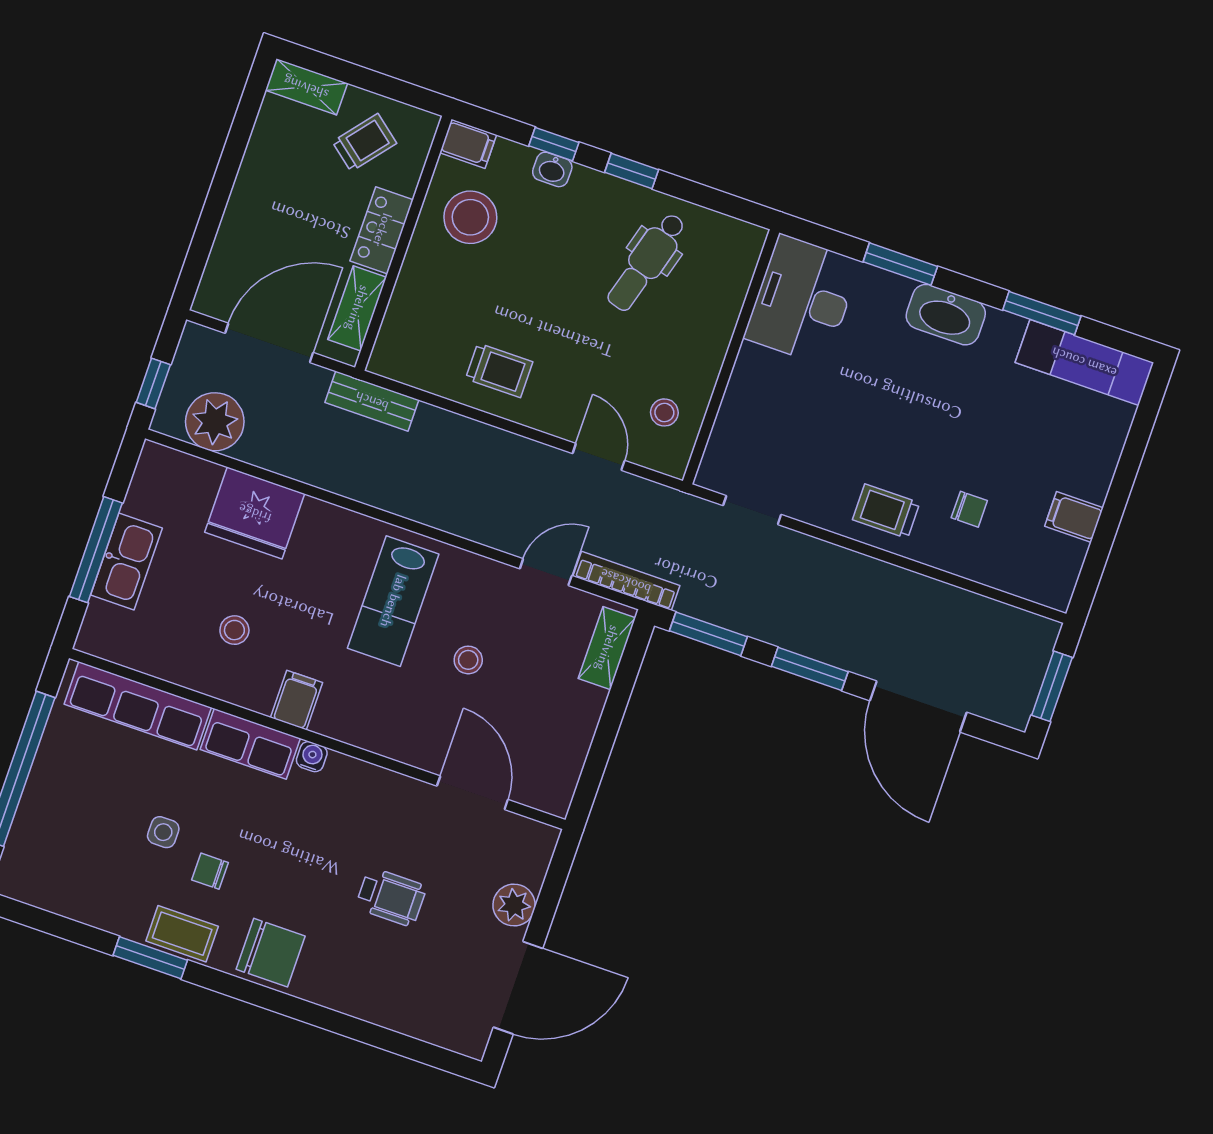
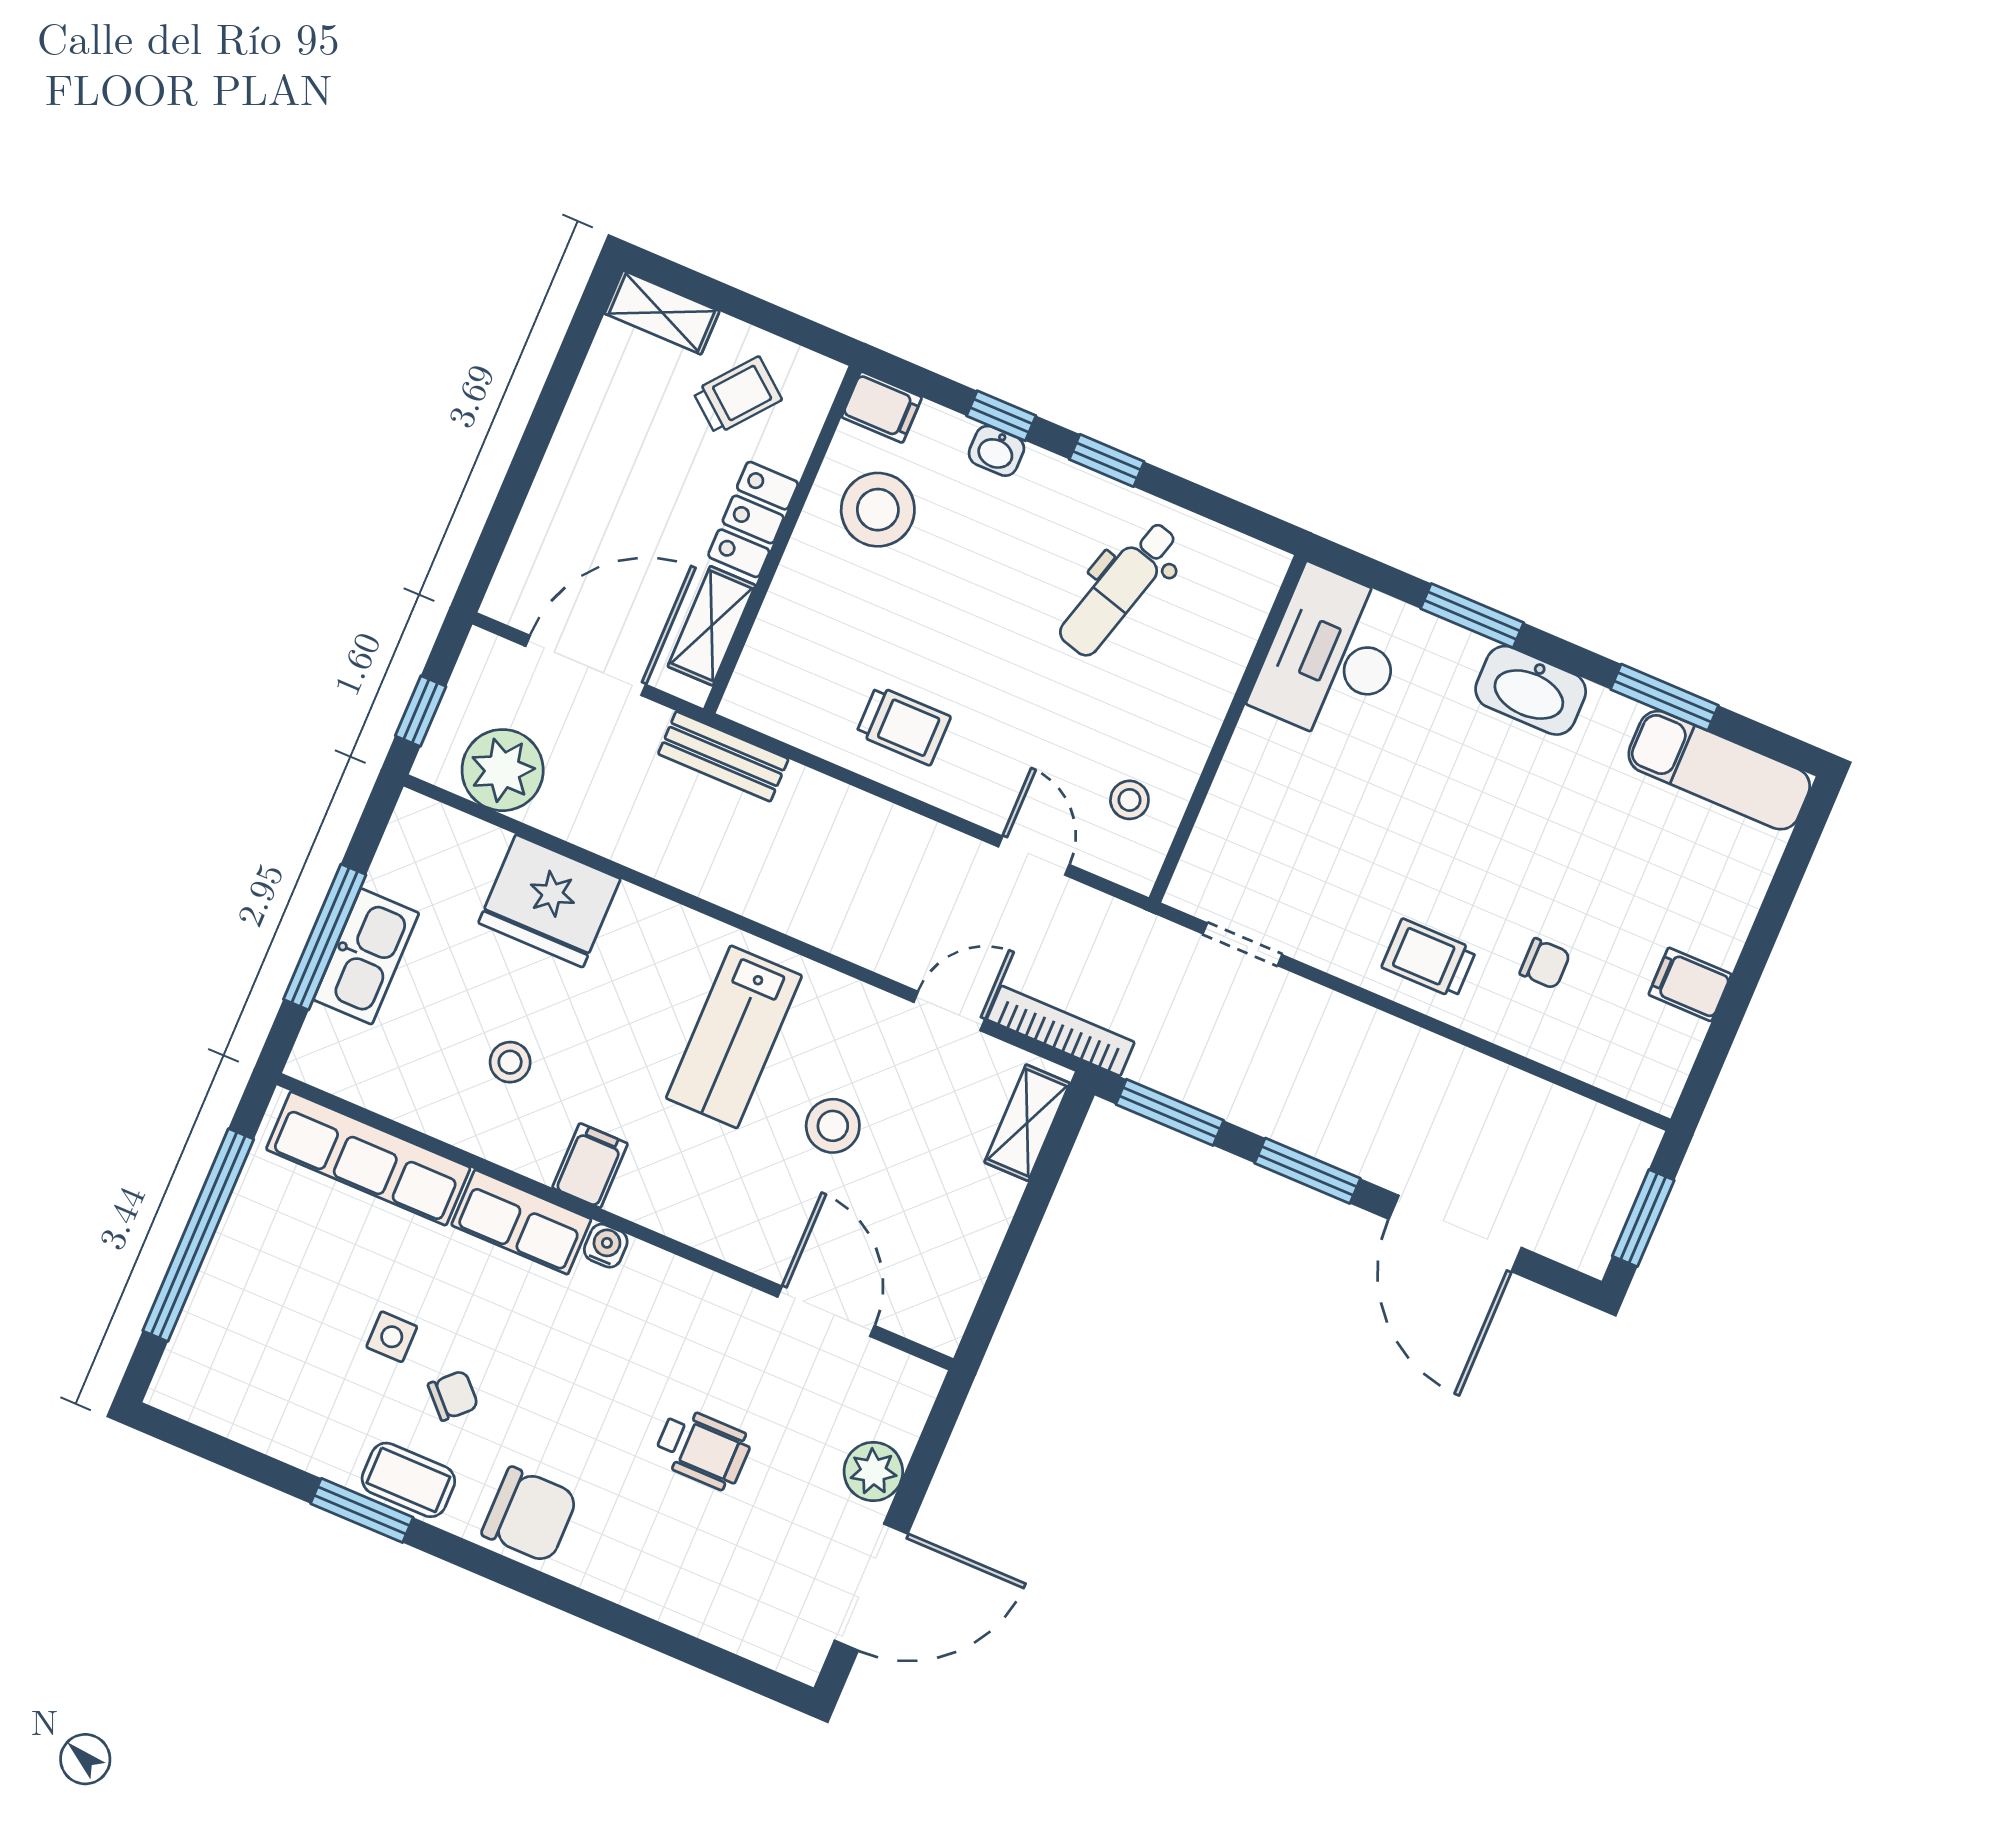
stool: (468, 660) -> (833, 1126), width x1.37, depth x1.37
chair: (210, 871) -> (453, 1396), turned 136

